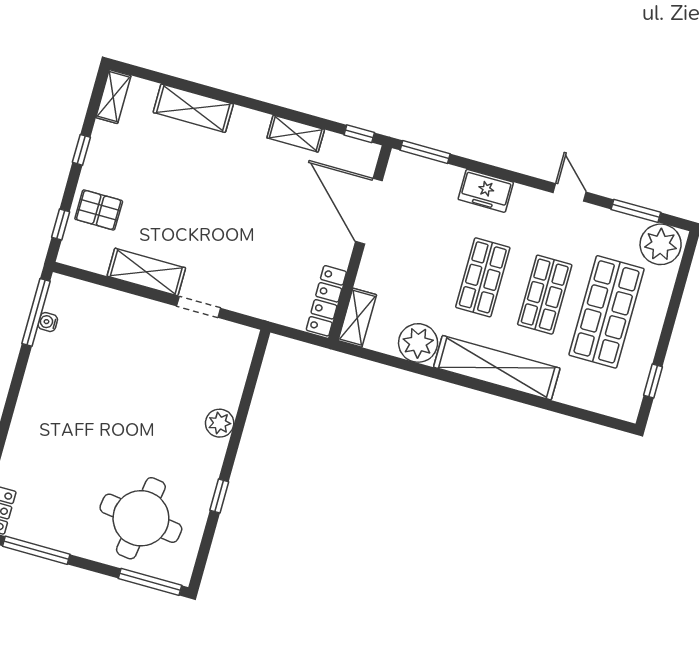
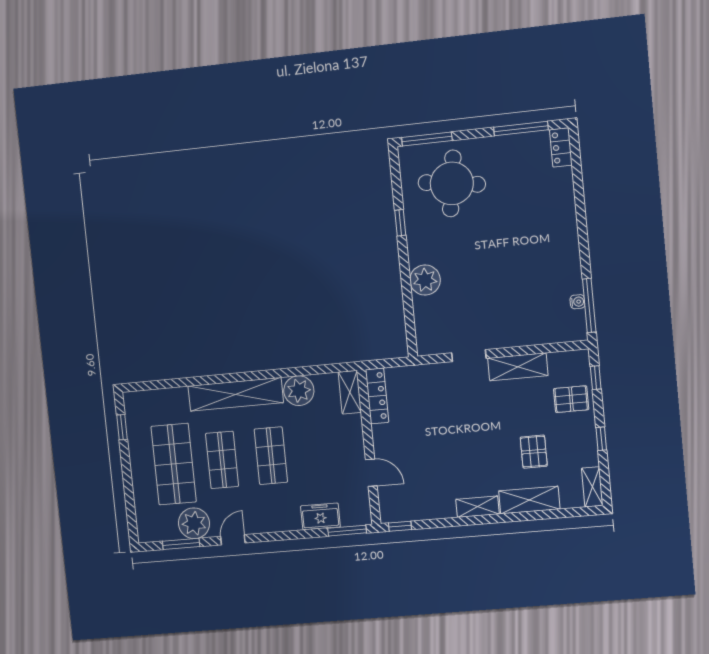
shelving: (296, 134) -> (477, 507), moved
pallet: (166, 164) -> (534, 452), added
freezer: (486, 191) -> (320, 516), moved
door: (570, 192) -> (233, 540), swing flipped
door: (369, 211) -> (371, 473), width x0.53
plant: (661, 244) -> (194, 523), moved
plant: (220, 423) -> (425, 280), width x1.36, depth x1.36

